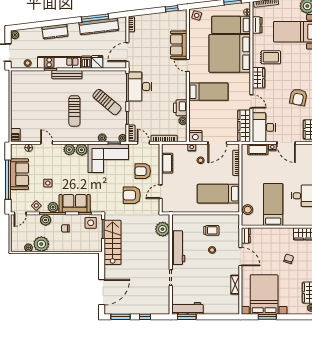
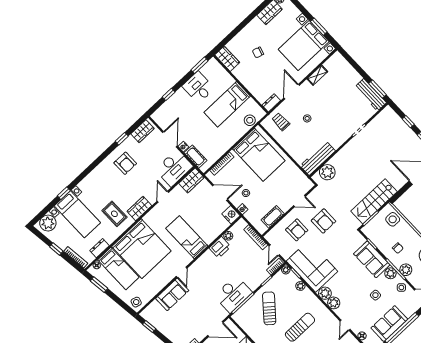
armchair: (298, 97) -> (125, 163), turned 79
wardrobe: (244, 126) -> (191, 180), width x0.67
bed: (218, 194) -> (259, 155), width x1.50
side table: (91, 223) -> (393, 219), moved
trolley: (211, 230) -> (281, 122), moved
workbench: (178, 248) -> (318, 158), moved

